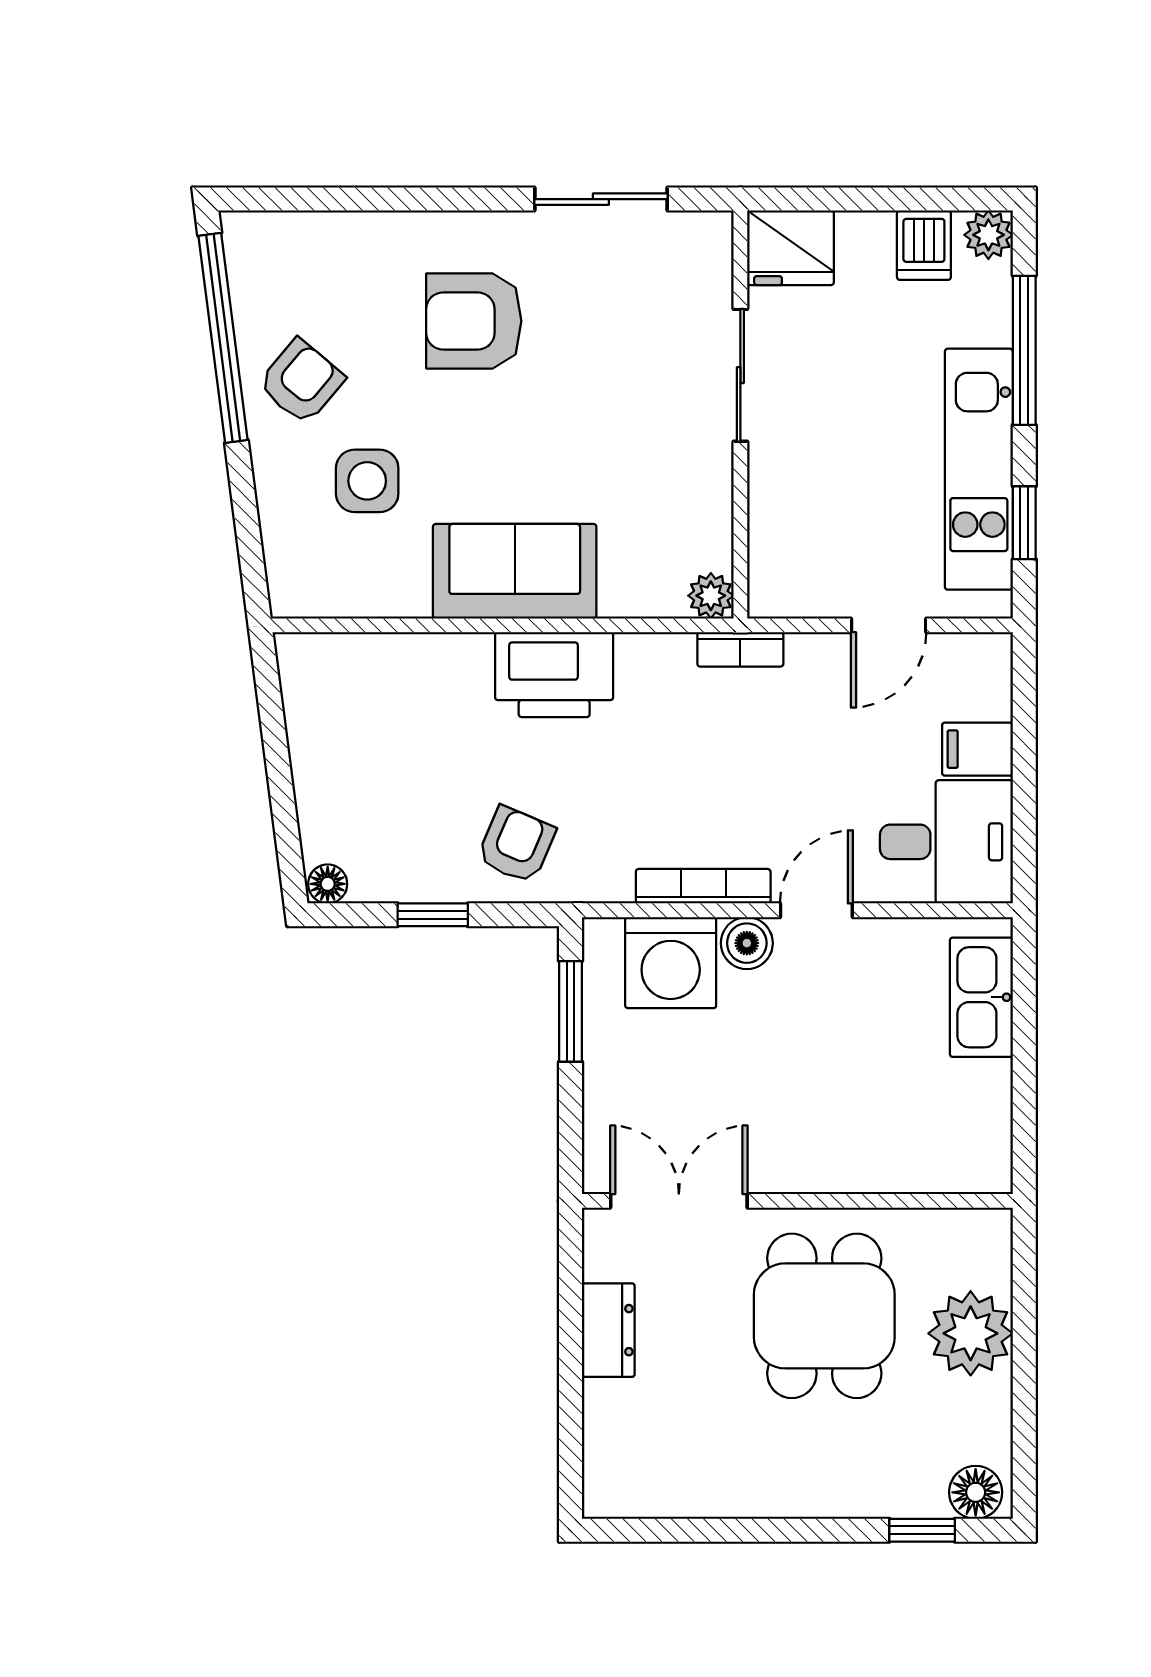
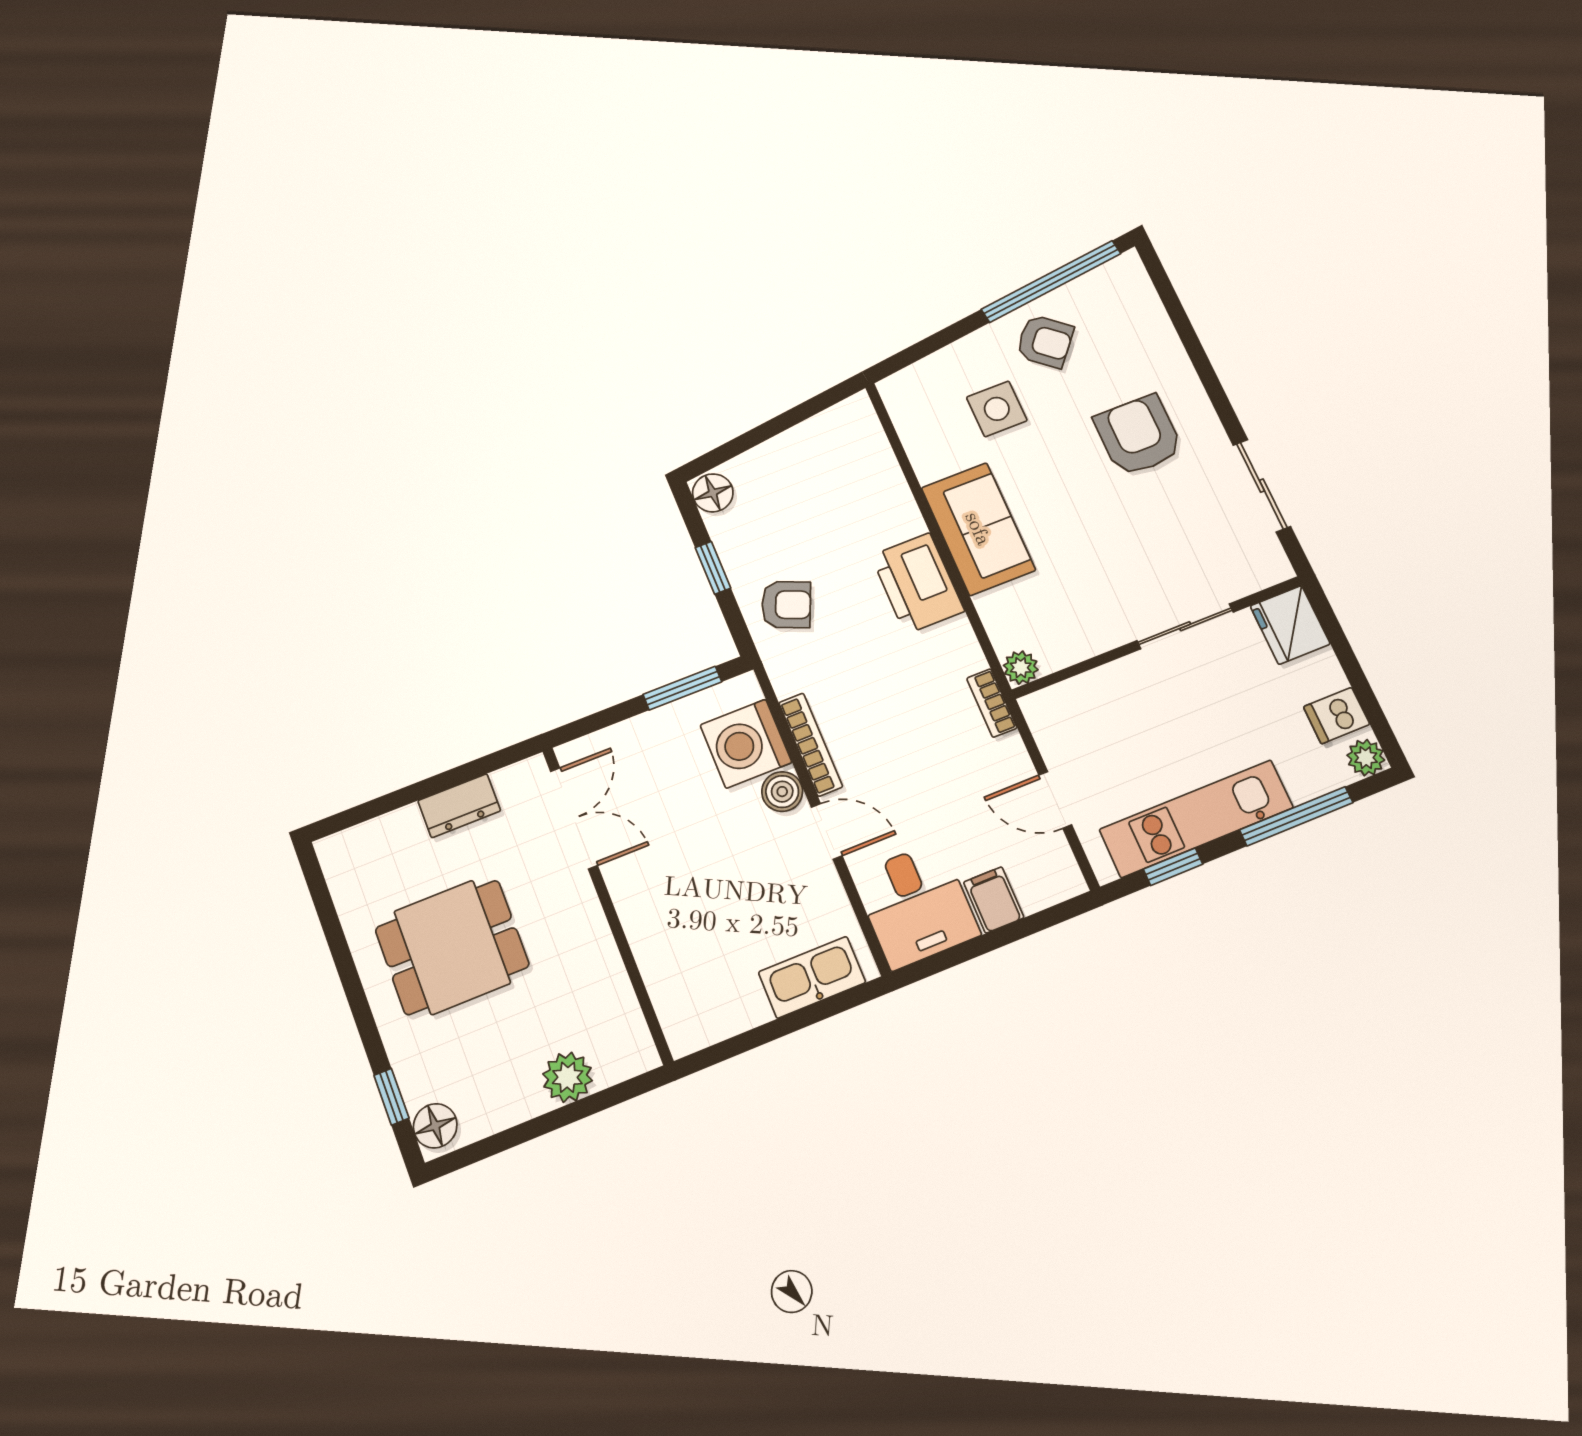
floor lamp: (328, 884) -> (713, 493), width x1.37, depth x1.37
dining table: (824, 1316) -> (452, 947), moved
plant: (971, 1333) -> (568, 1077), width x0.73, depth x0.73

